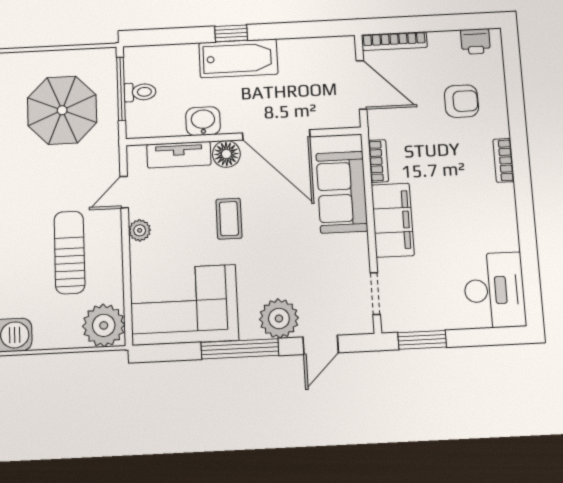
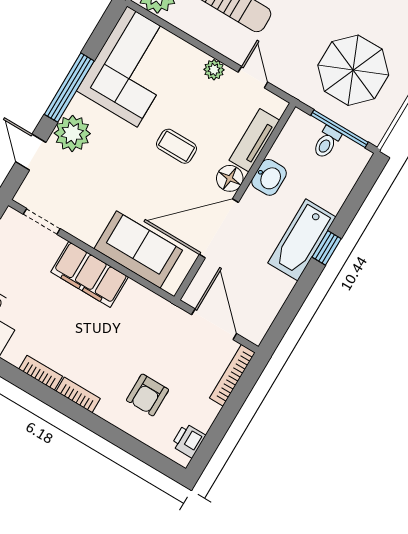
door: (361, 85) -> (214, 324), swing flipped
bookcase: (378, 161) -> (41, 373), moved, turned 180

